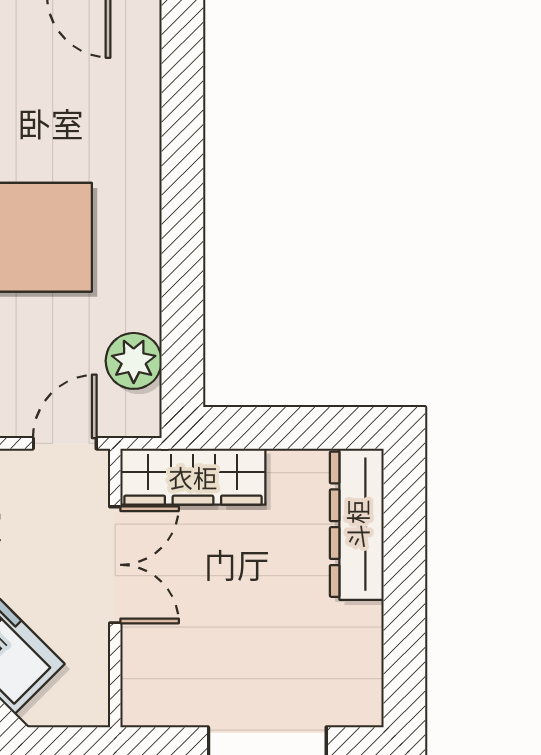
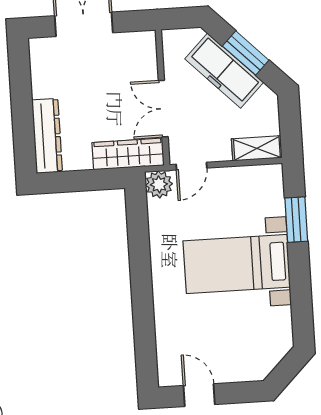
plant: (134, 361) -> (159, 184), moved

